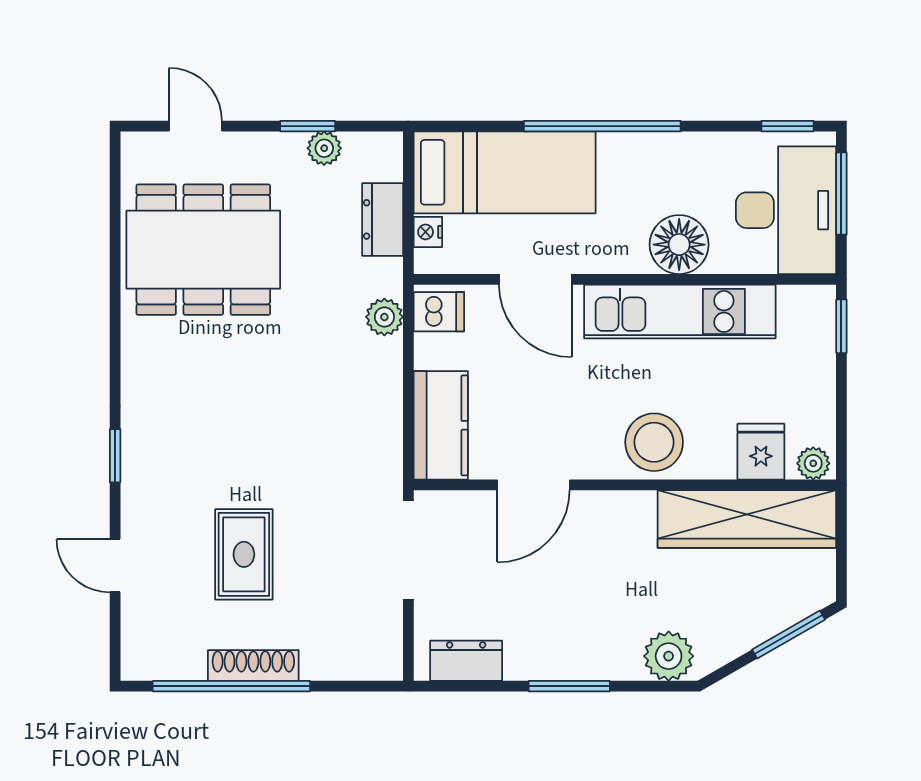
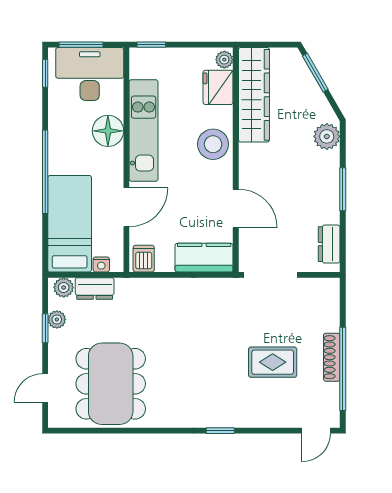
plant: (384, 317) -> (64, 287), moved
fridge: (761, 452) -> (218, 87), width x1.38
door: (115, 566) -> (316, 431), moved

